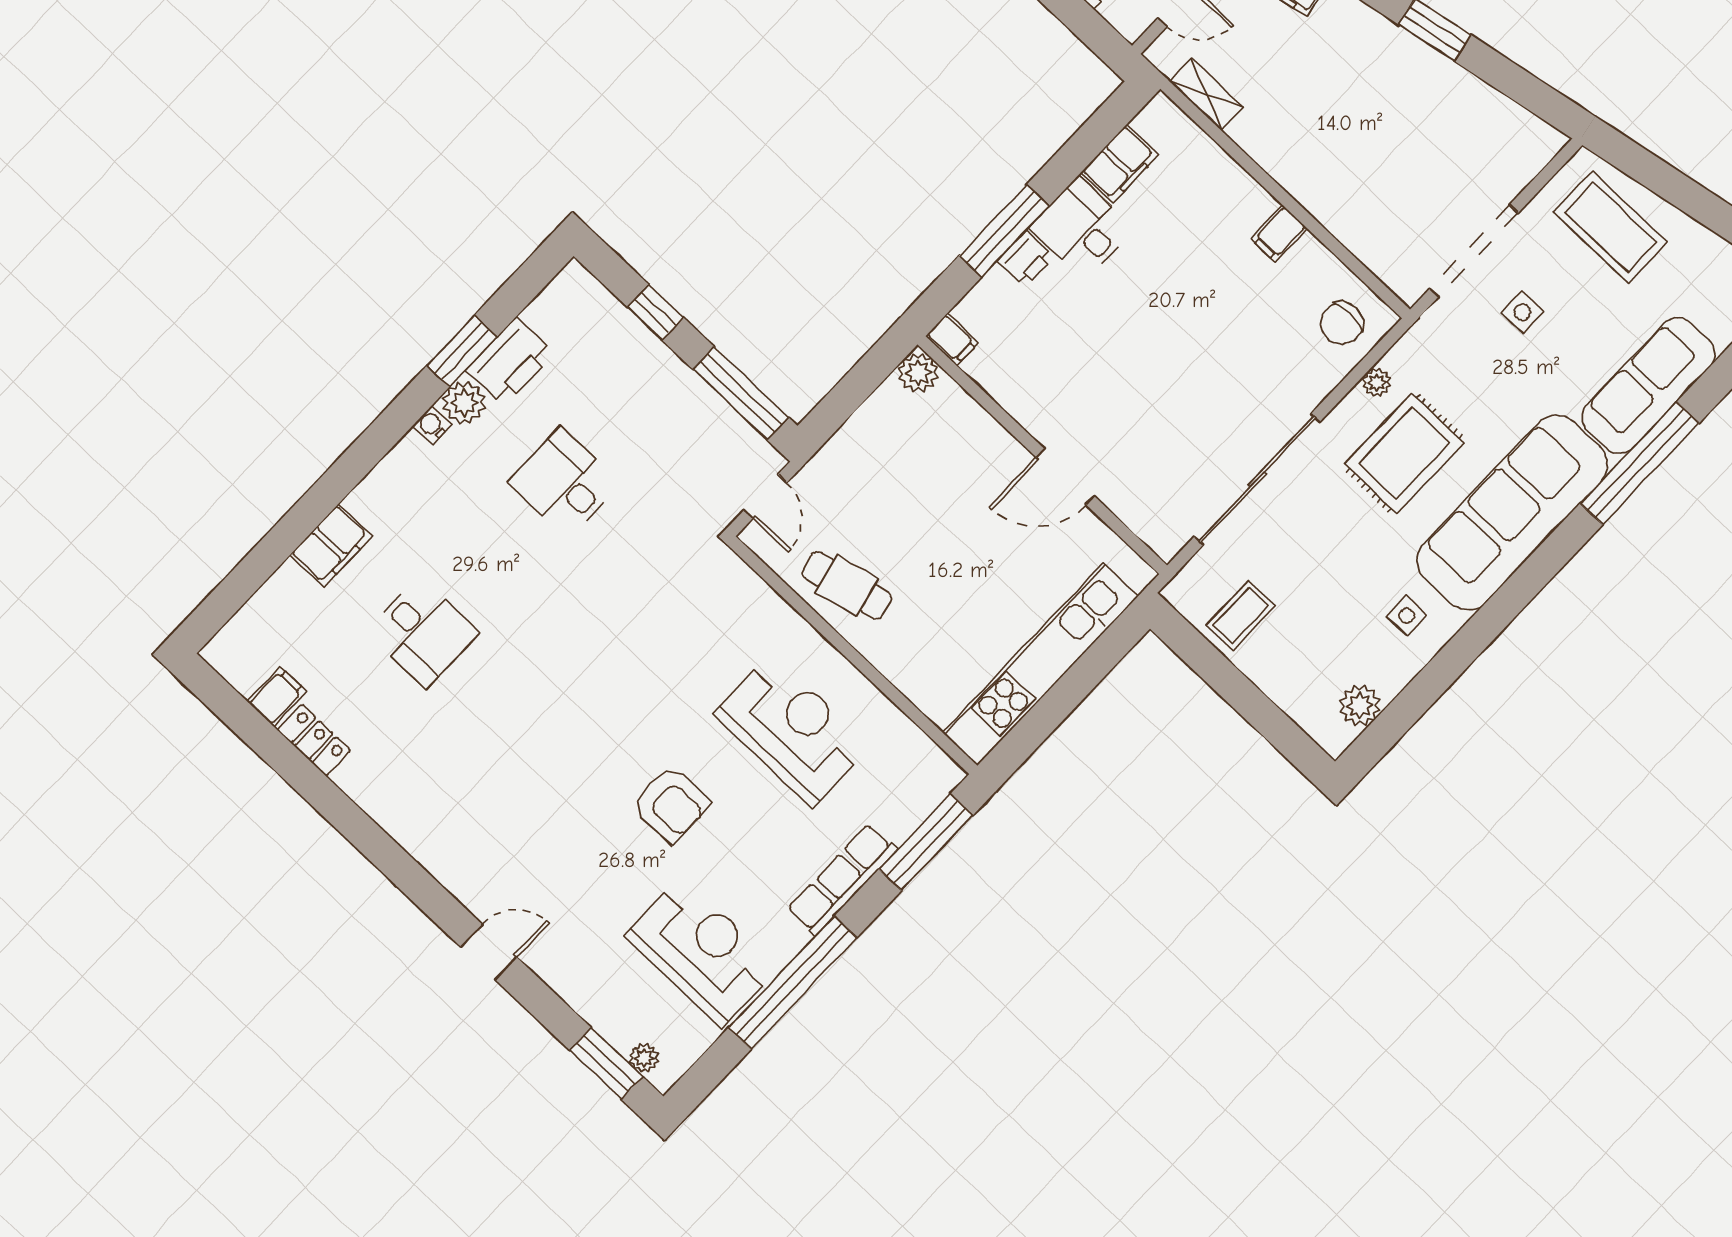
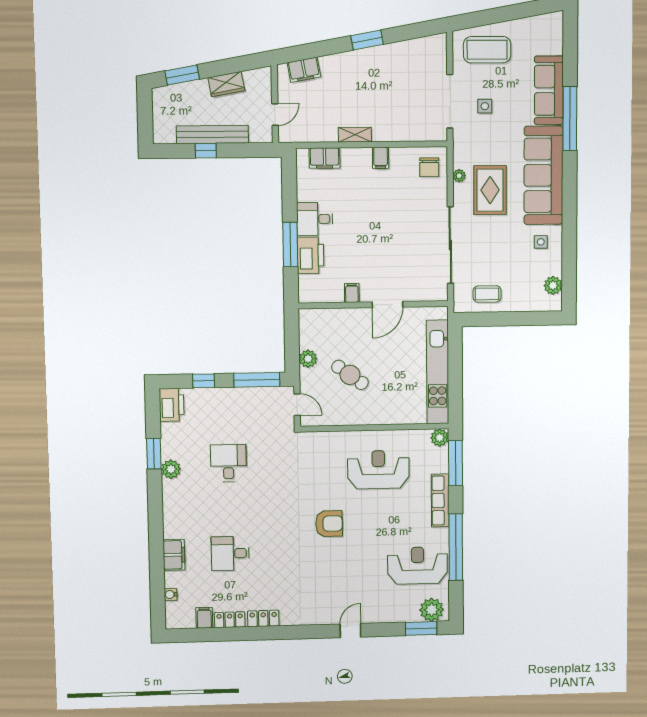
shelving: (1206, 94) -> (355, 135), moved
filing cabinet: (1120, 164) -> (324, 158), moved, turned 90
printer: (1026, 259) -> (310, 255), width x1.87, depth x1.48
filing cabinet: (952, 339) -> (352, 293), moved, turned -90
printer: (510, 361) -> (172, 405), moved
plant: (918, 373) -> (308, 359), moved
water cooler: (432, 425) -> (171, 594), moved
desk: (564, 483) -> (228, 463), turned 90
cafe table: (847, 585) -> (350, 375), moved, turned 49
coffee table: (1241, 616) -> (487, 294), turned 90
desk: (422, 632) -> (230, 553), turned 180
plant: (941, 775) -> (440, 438), added
locker: (369, 792) -> (263, 618), added
armchair: (671, 804) -> (329, 524), moved
plant: (644, 1058) -> (432, 610), width x1.88, depth x1.88

